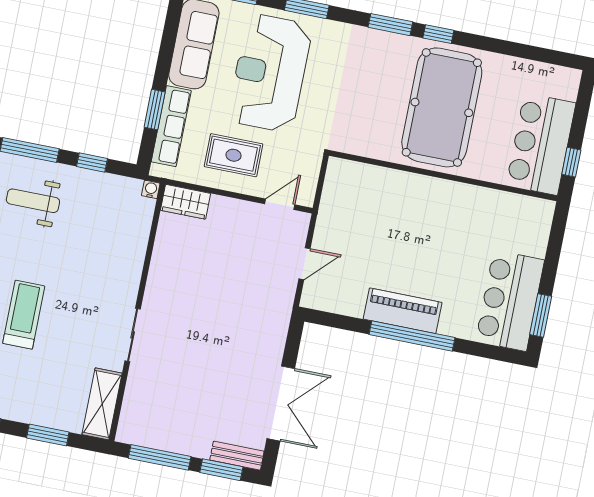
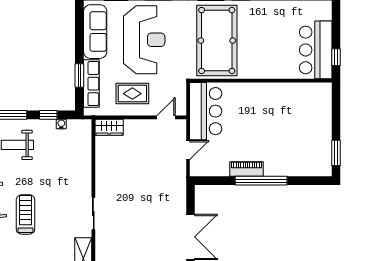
reception desk: (270, 73) -> (144, 40), turned 180
pool table: (442, 107) -> (217, 41), moved
water cooler: (151, 189) -> (61, 124), moved
bar counter: (510, 301) -> (206, 111), moved, turned 180
piano: (403, 311) -> (246, 169), width x0.73, depth x0.75

